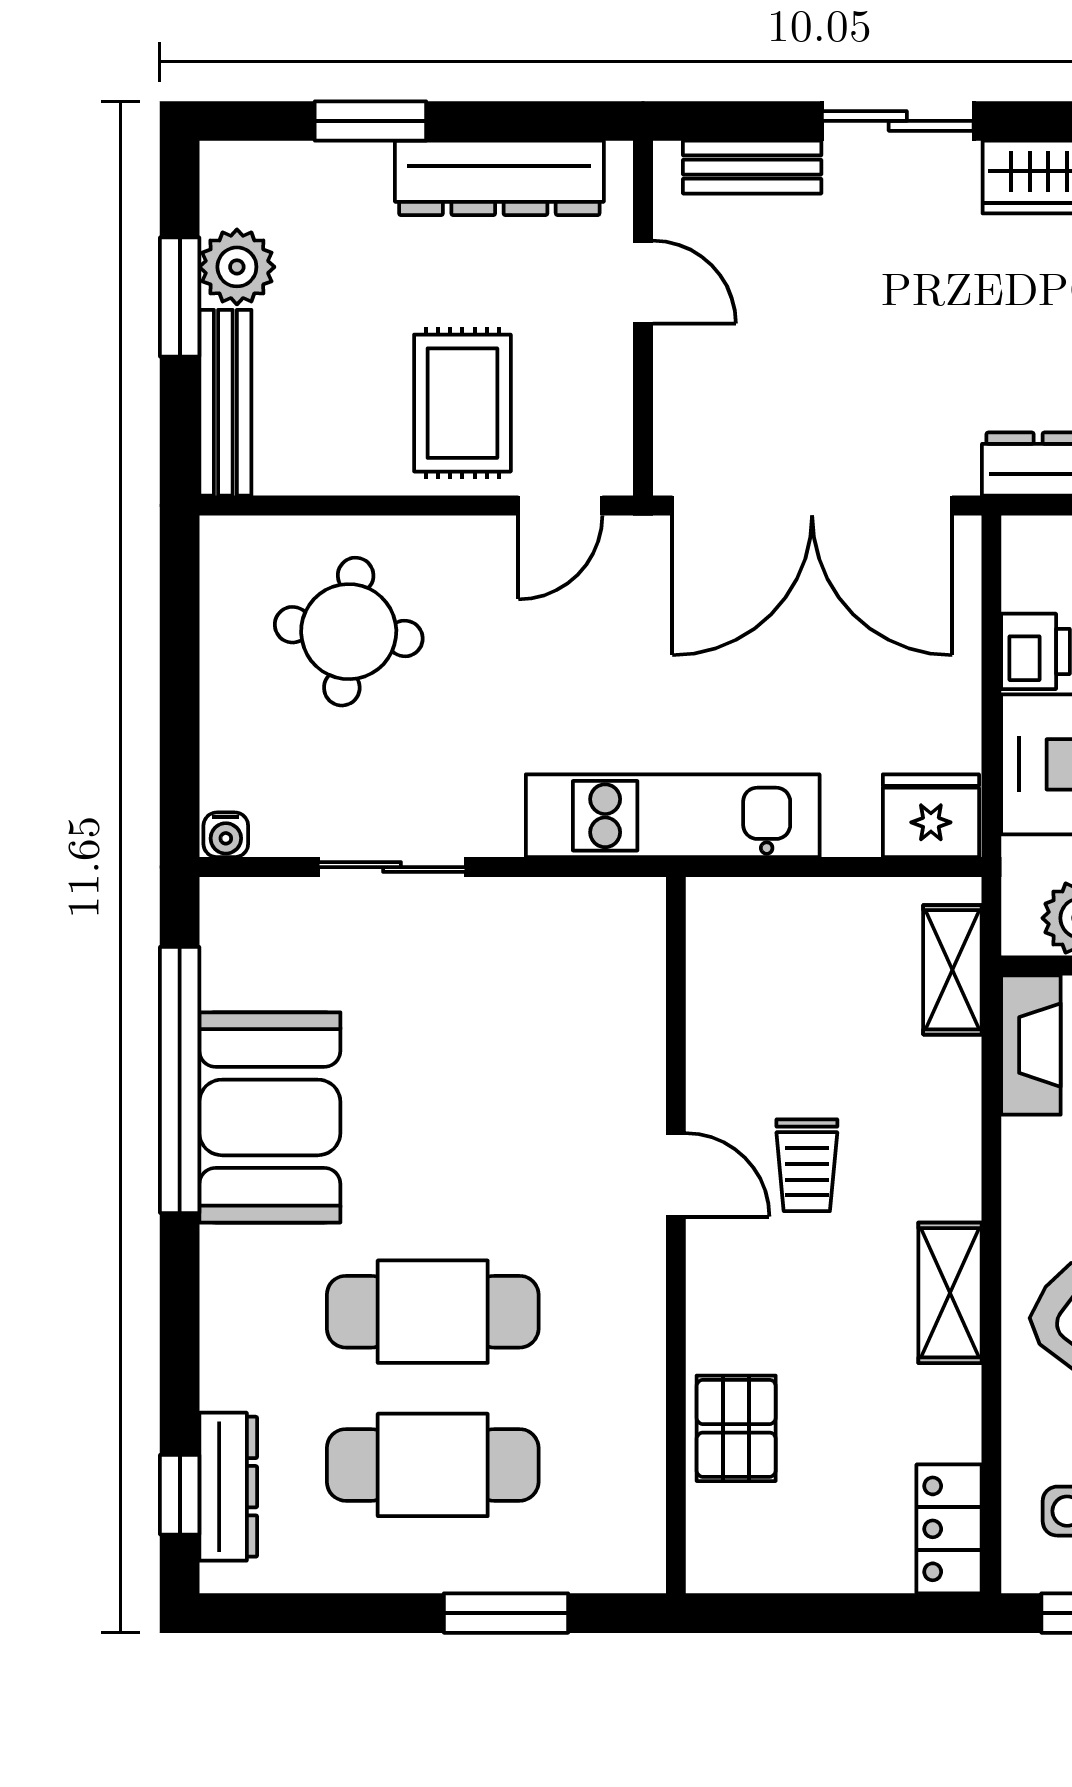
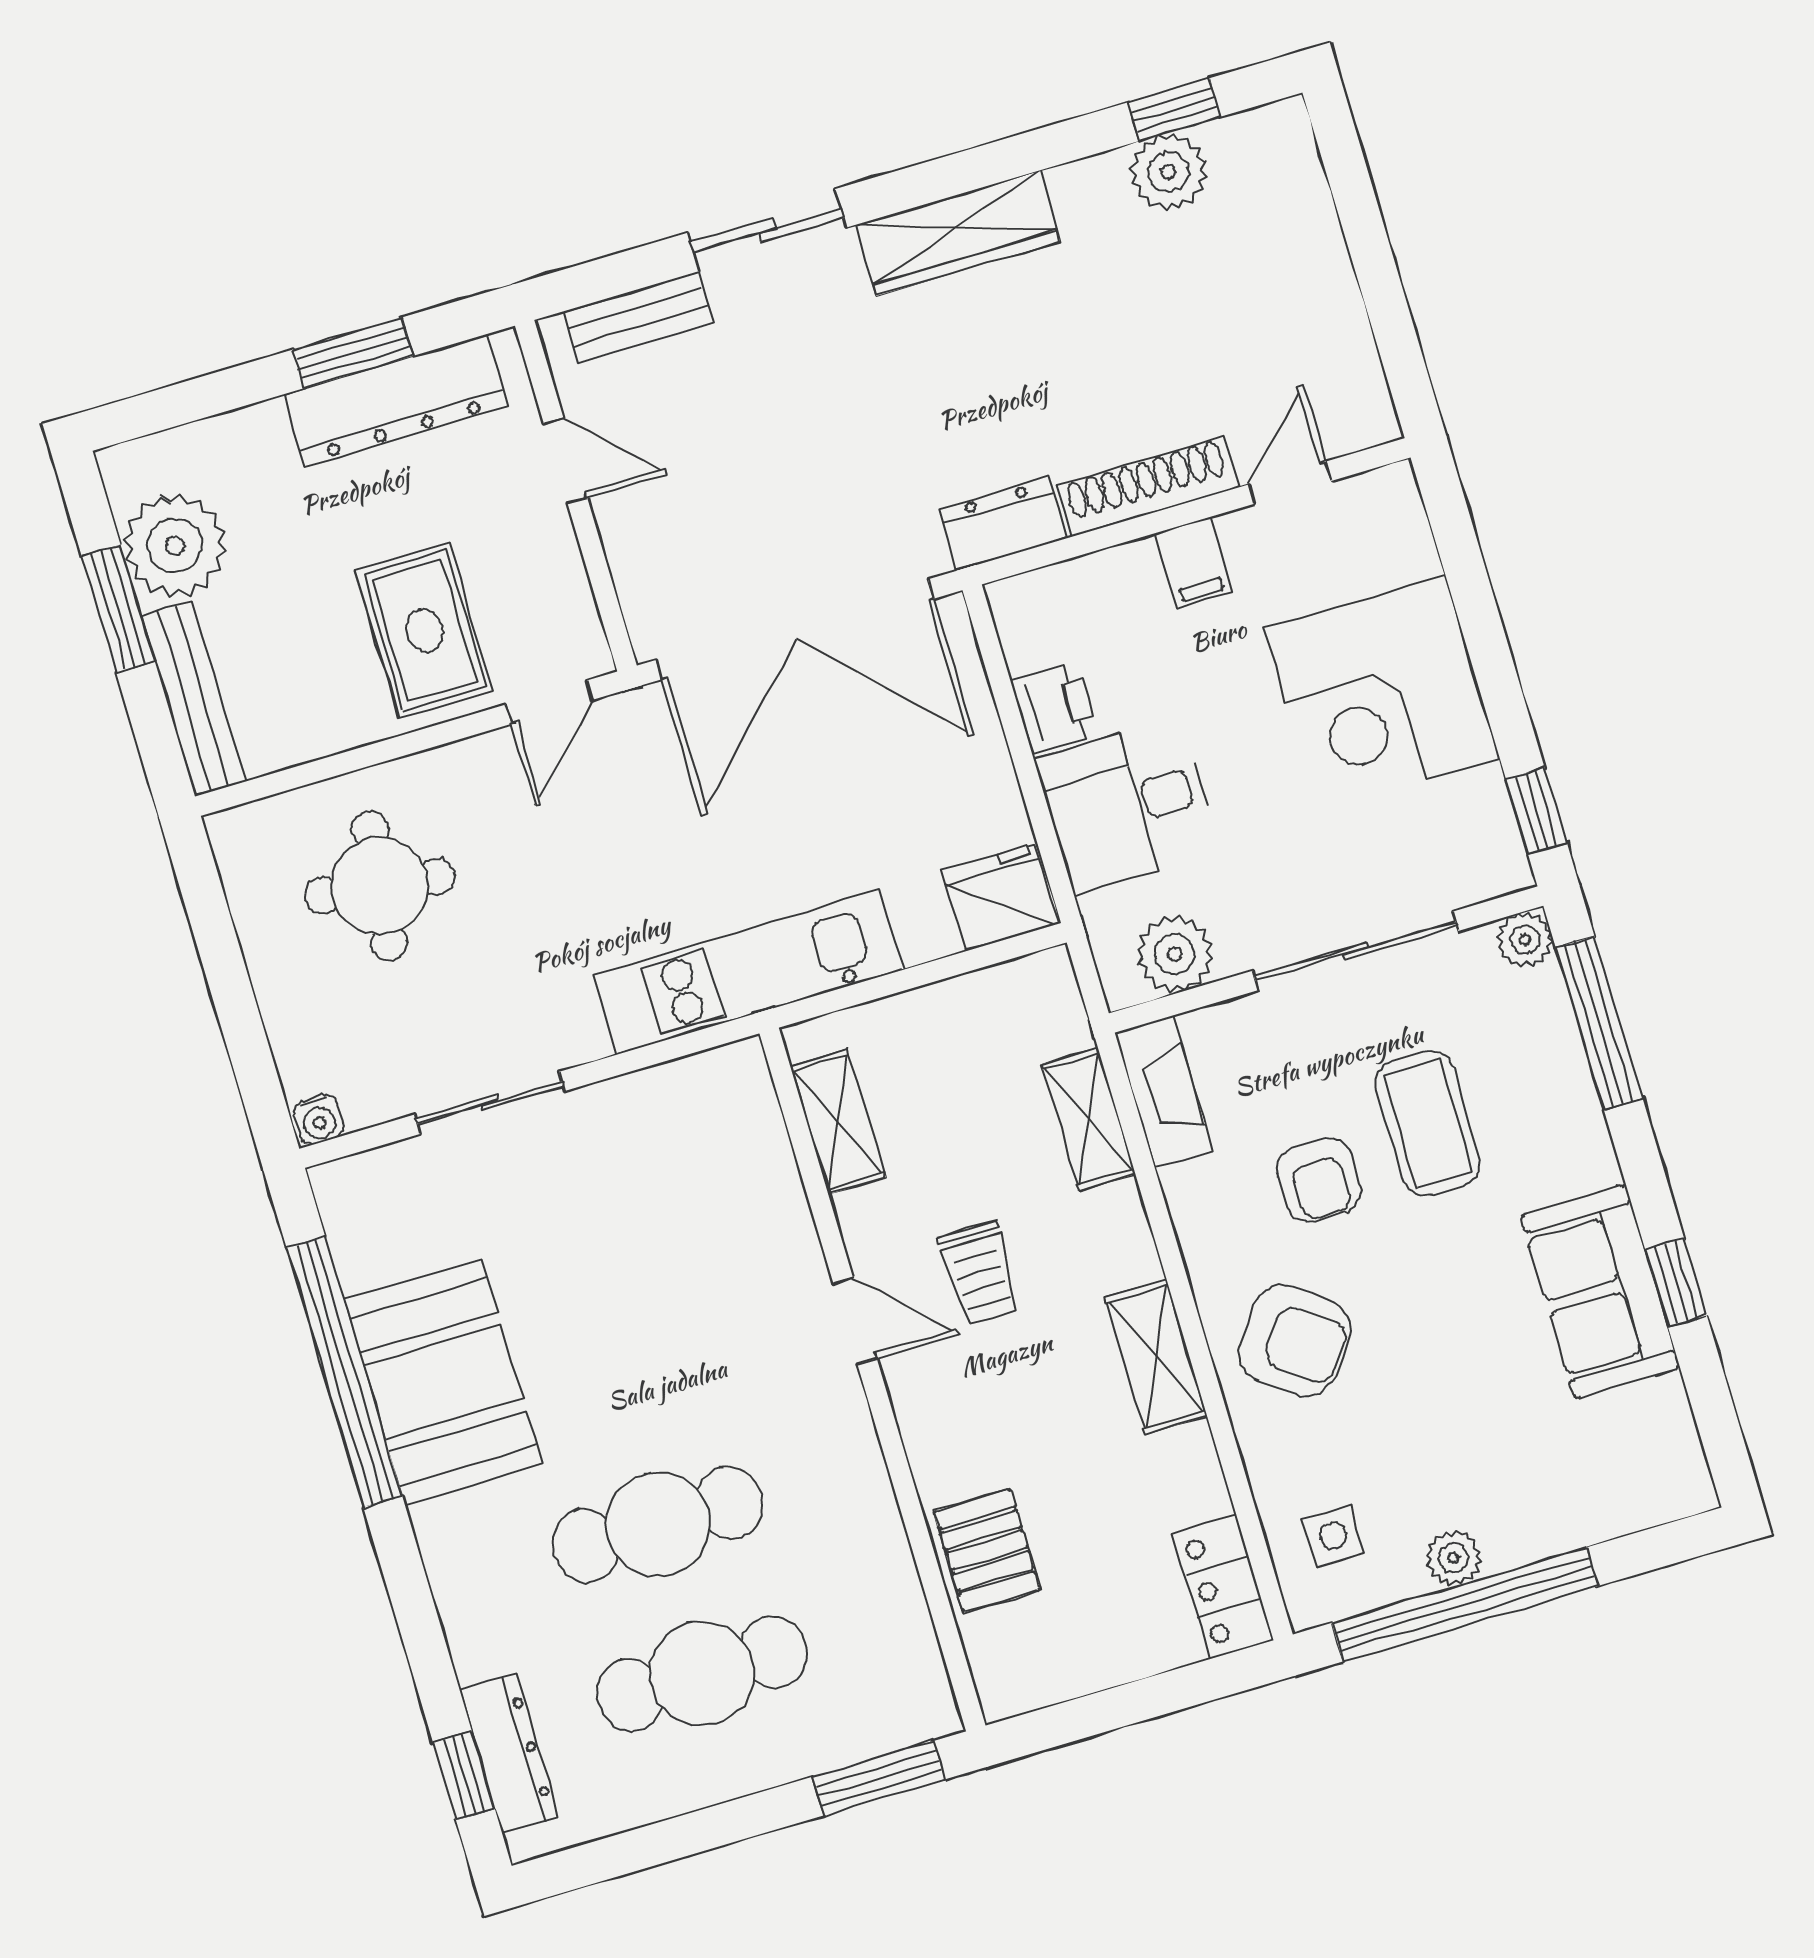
window: (370, 121) -> (353, 353), moved
plant: (237, 267) -> (175, 546), width x1.36, depth x1.36
shelving: (952, 970) -> (1088, 1119), moved
shelving: (715, 982) -> (838, 1122), added
window: (506, 1613) -> (878, 1778), moved

